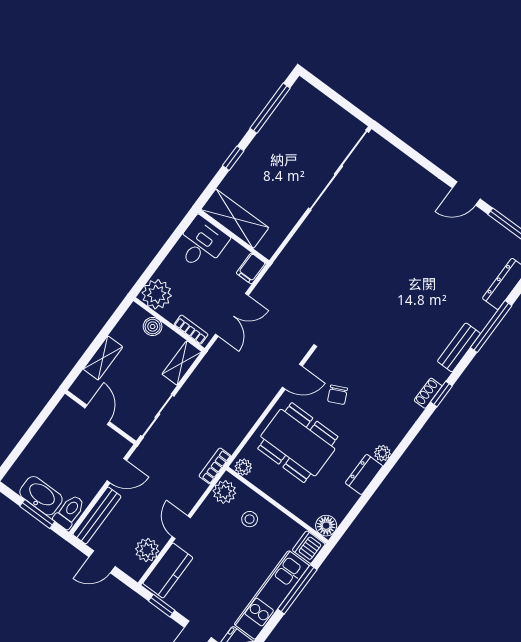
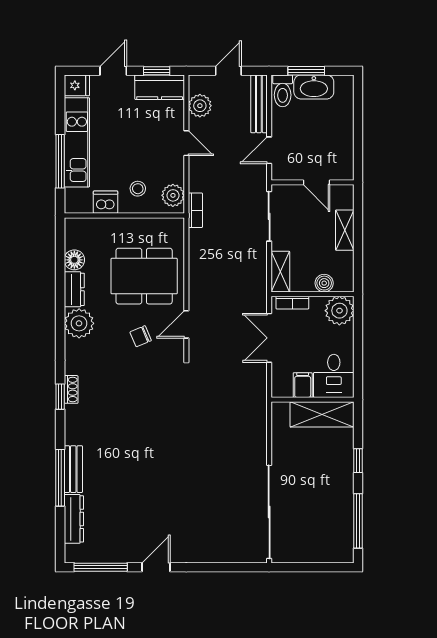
filing cabinet: (251, 269) -> (303, 385), moved
bench: (459, 347) -> (73, 469), moved
chair: (338, 395) -> (141, 336), turned -88
plant: (382, 453) -> (79, 323), width x1.88, depth x1.88
plant: (243, 467) -> (173, 226), removed
floor lamp: (326, 526) -> (74, 260), moved
dishwasher: (309, 547) -> (106, 202), moved, turned -90
kitchen counter: (168, 571) -> (160, 87), moved, turned -90

